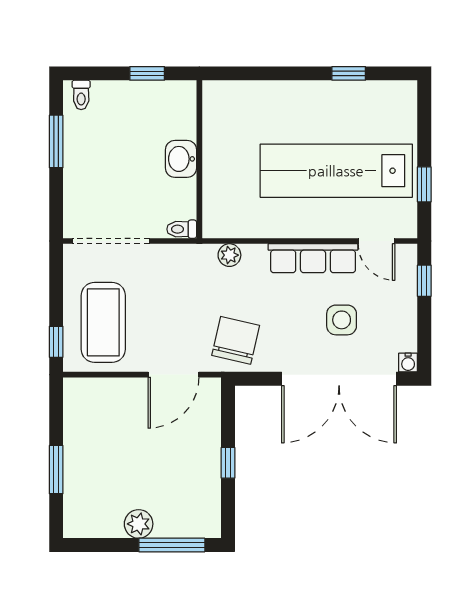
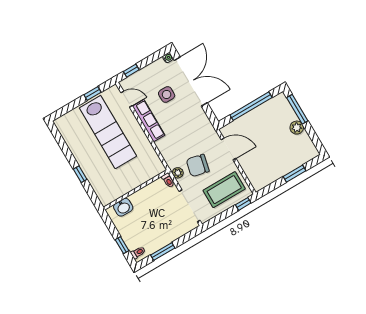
window: (147, 73) -> (122, 245), moved
window: (349, 73) -> (80, 174), moved
washbasin: (181, 159) -> (123, 207), moved
door: (377, 241) -> (127, 99), hinge flipped
plant: (229, 255) -> (178, 173), moved
chair: (236, 340) -> (198, 165), moved
window: (228, 463) -> (251, 106), width x3.17

